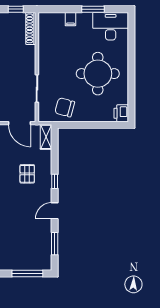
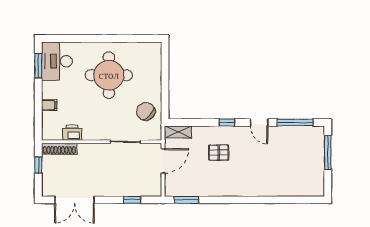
window: (93, 9) -> (38, 66), moved
chair: (65, 107) -> (146, 111), turned 117
printer: (121, 113) -> (72, 133), moved, turned 180
window: (55, 244) -> (295, 122), width x1.44

